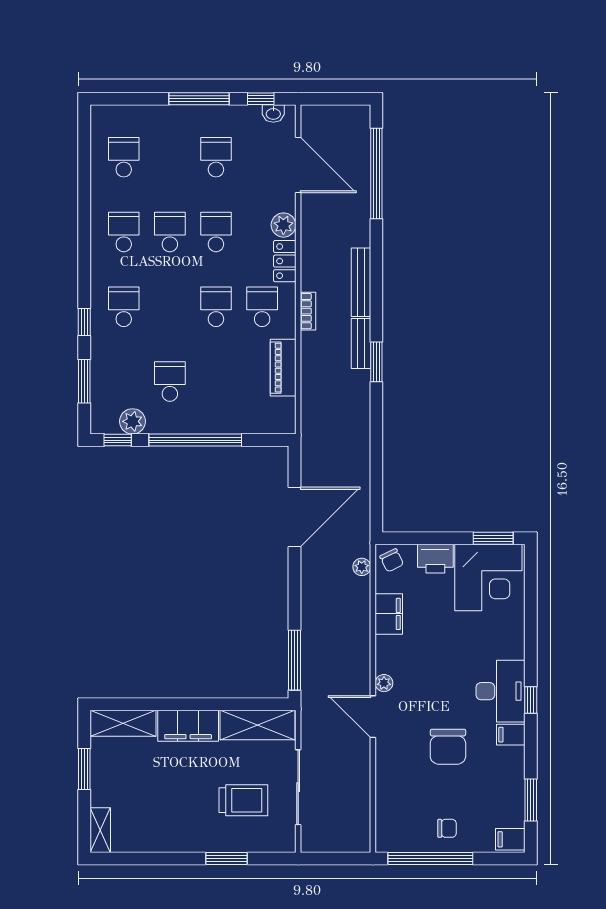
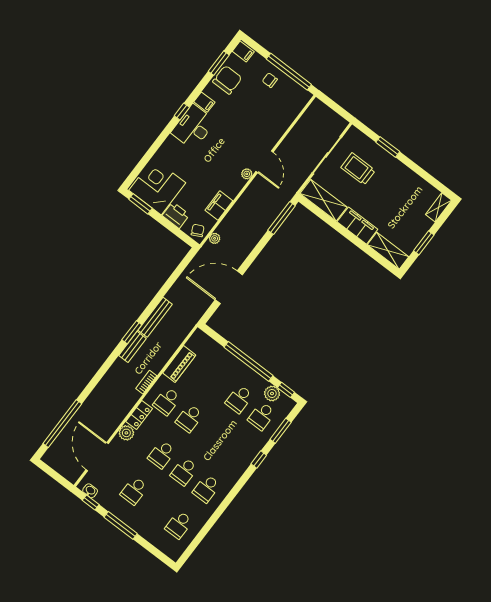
bench: (361, 282) -> (155, 317), moved
school desk: (124, 307) -> (262, 416), moved
chair: (448, 747) -> (227, 80), moved

